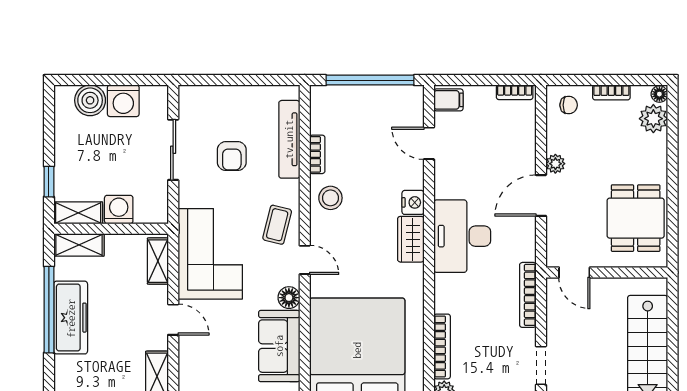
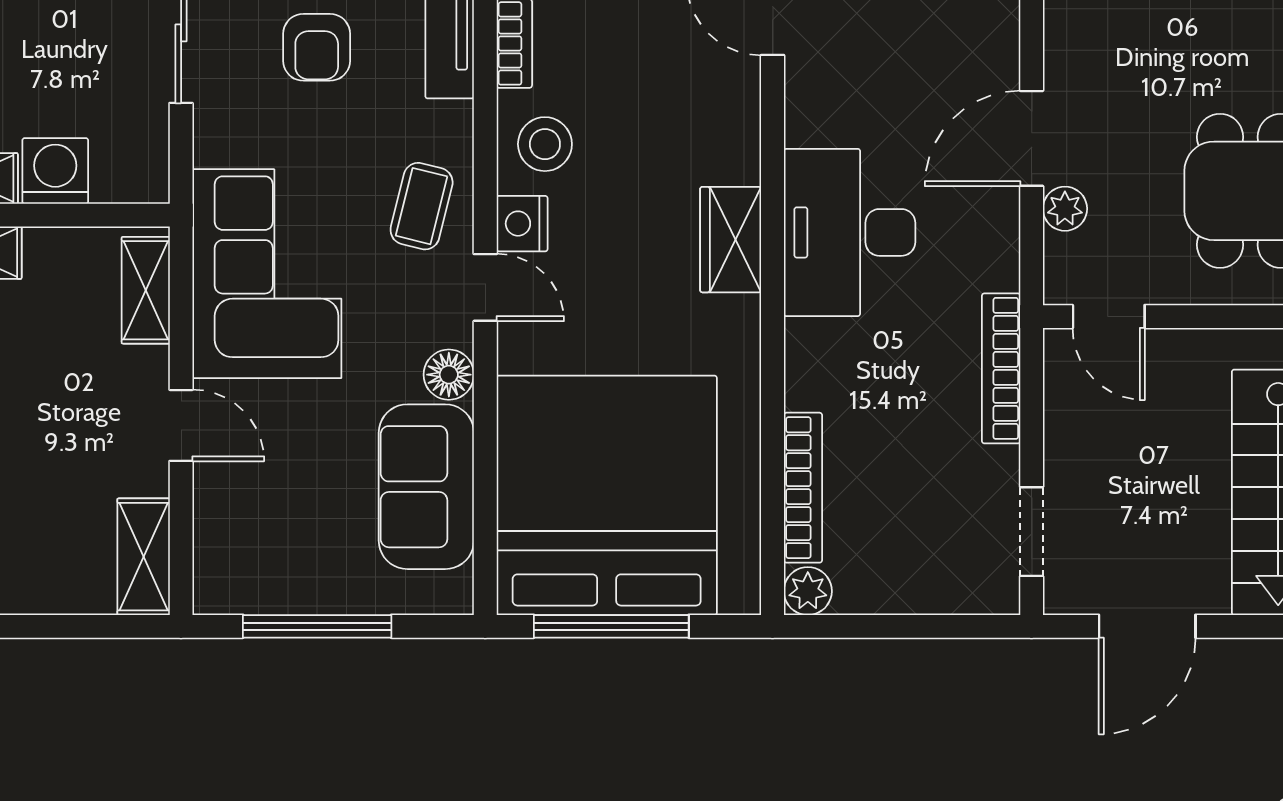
plant: (555, 164) -> (1065, 209), moved
nightstand: (413, 202) -> (522, 224), moved, turned 180

